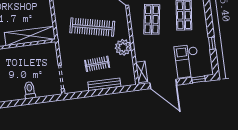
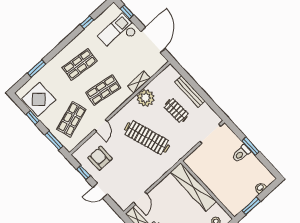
clothes rail: (92, 27) -> (147, 138), turned -30
checkout: (187, 61) -> (118, 33), turned 180
shelving: (142, 72) -> (139, 82), moved
window: (30, 101) -> (250, 146), added

